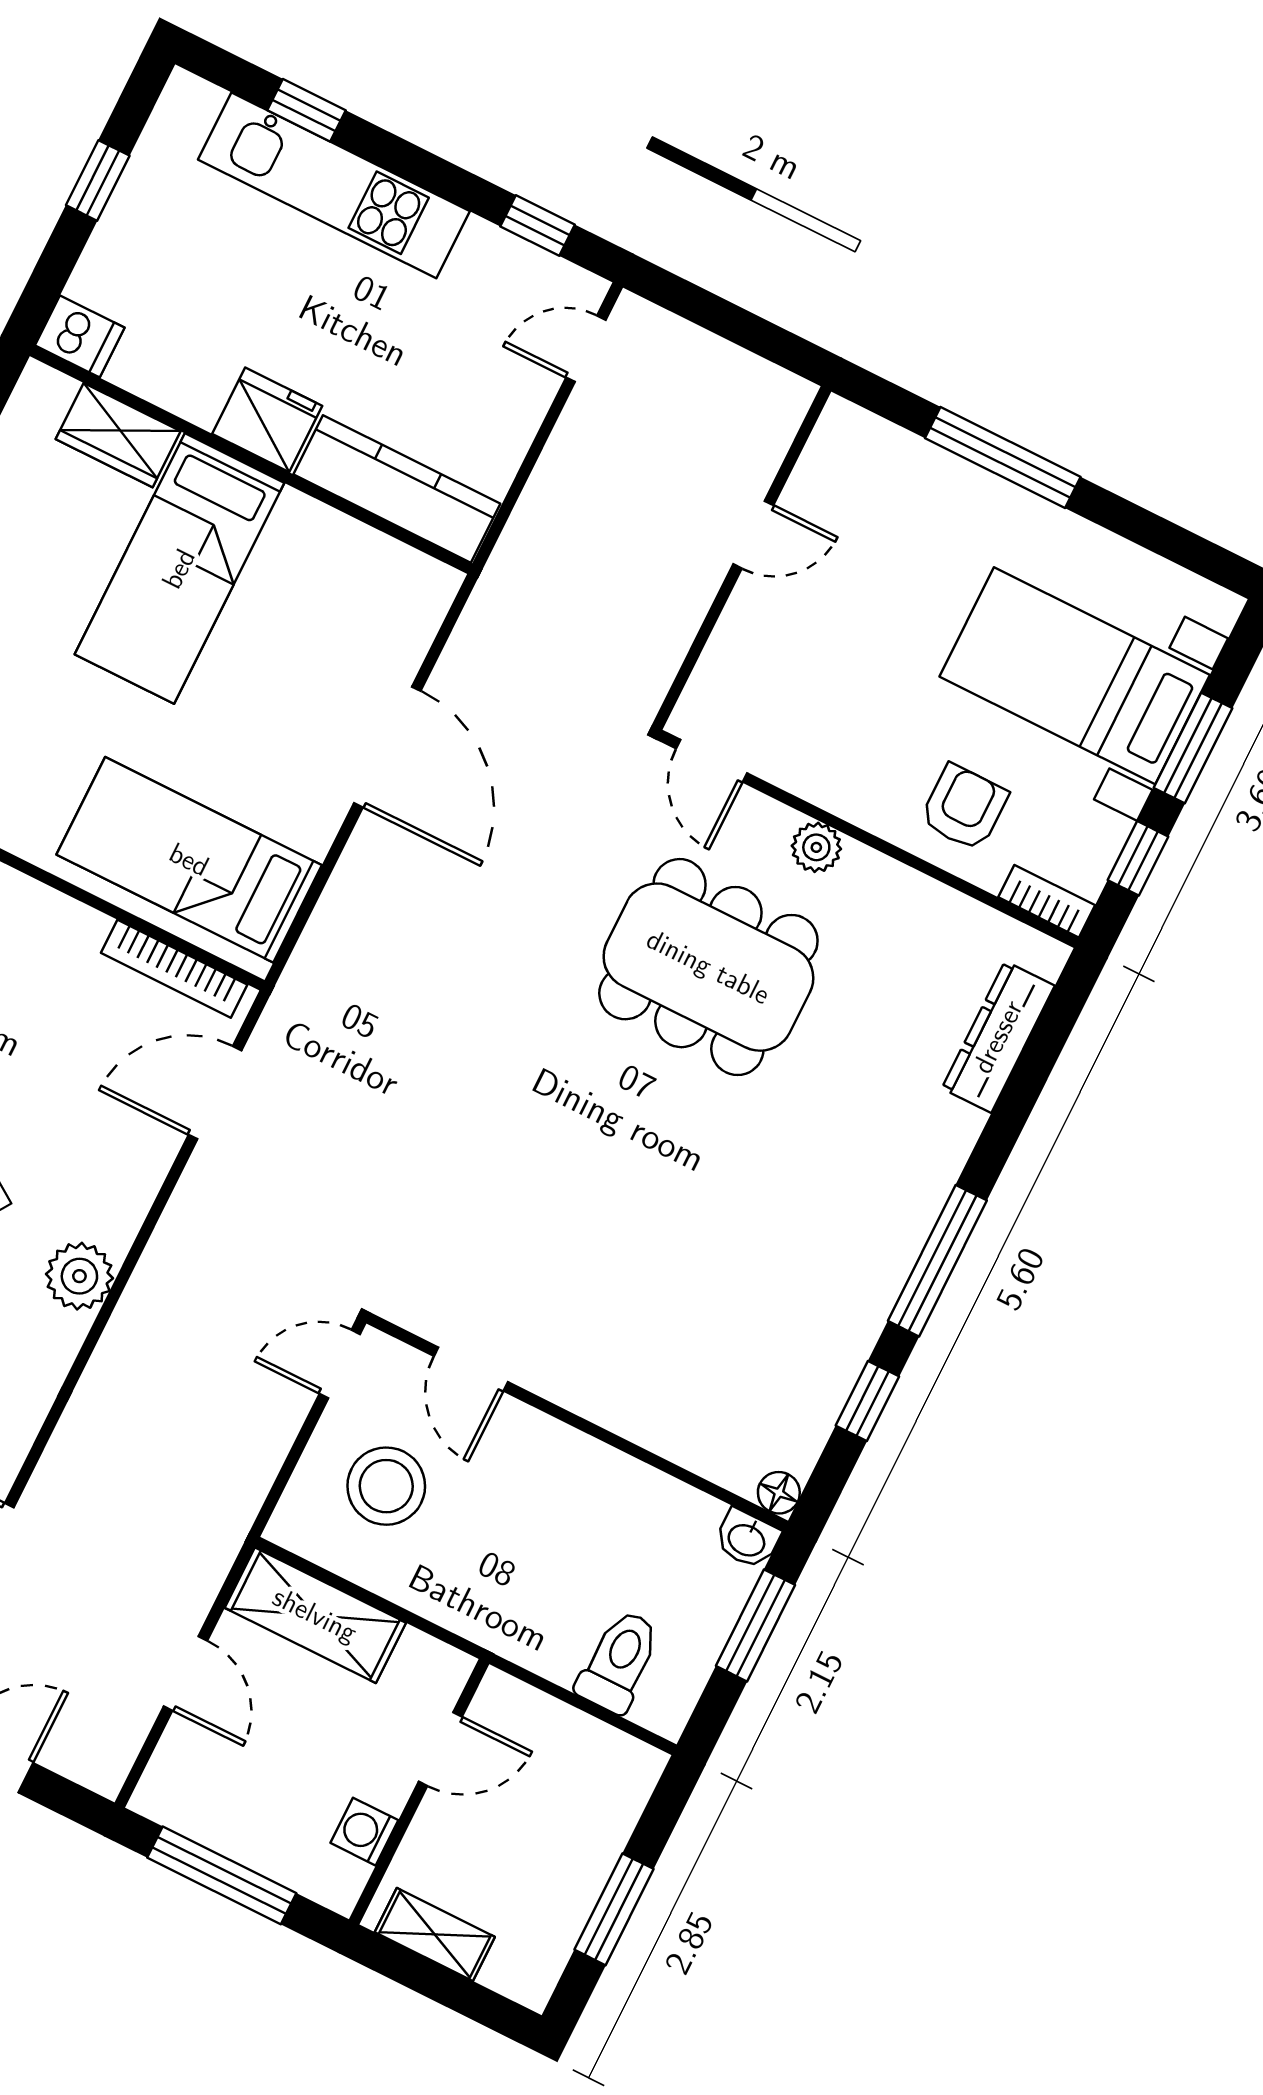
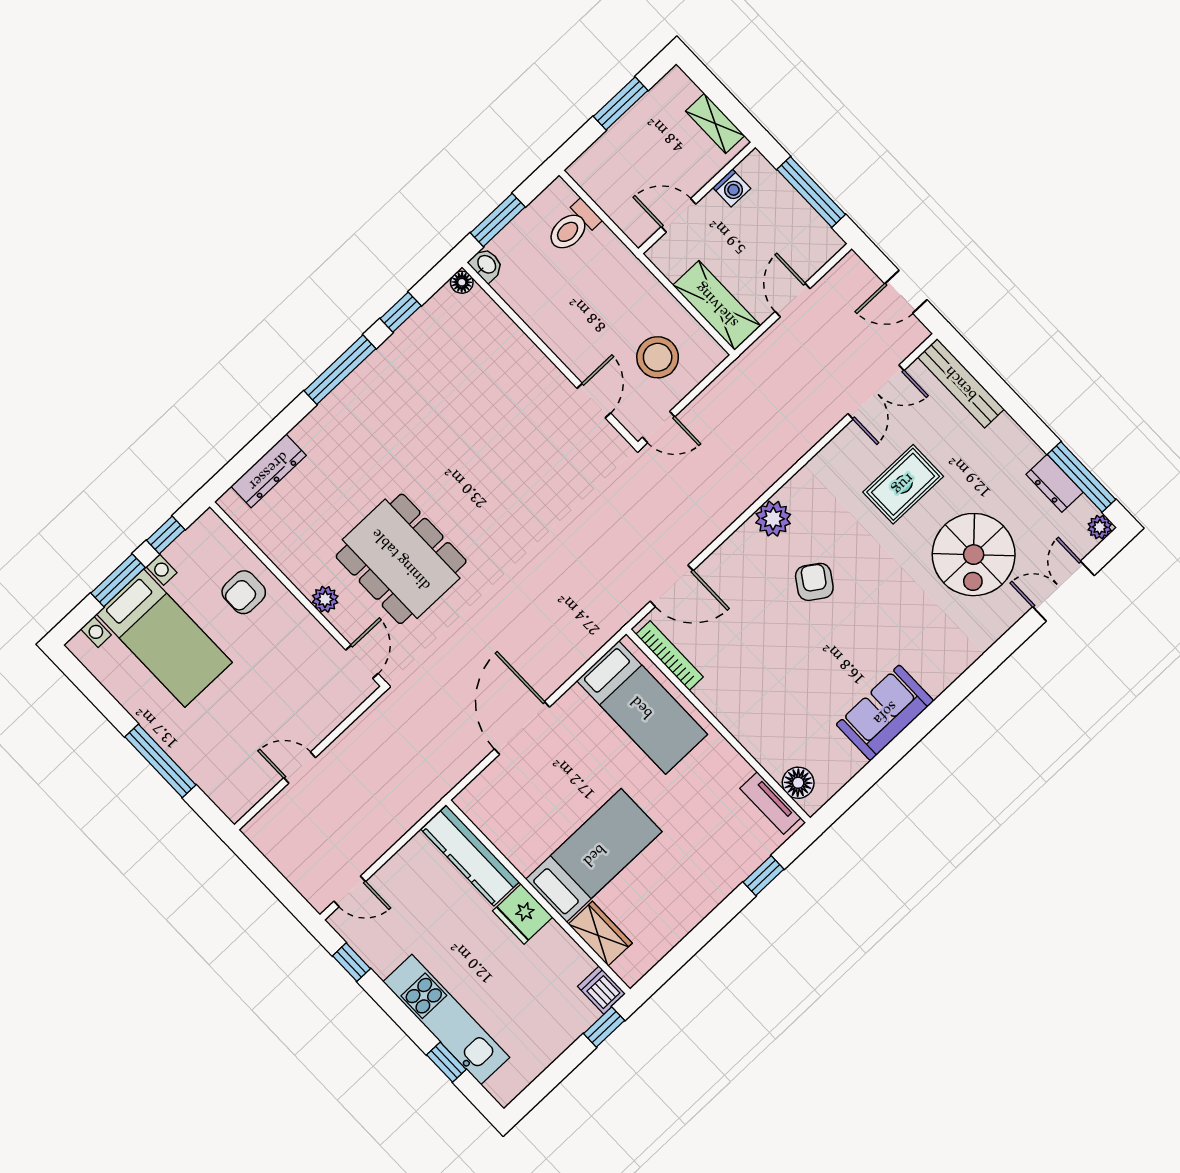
window: (98, 180) -> (604, 1027), moved
bookcase: (1047, 901) -> (219, 530), removed

